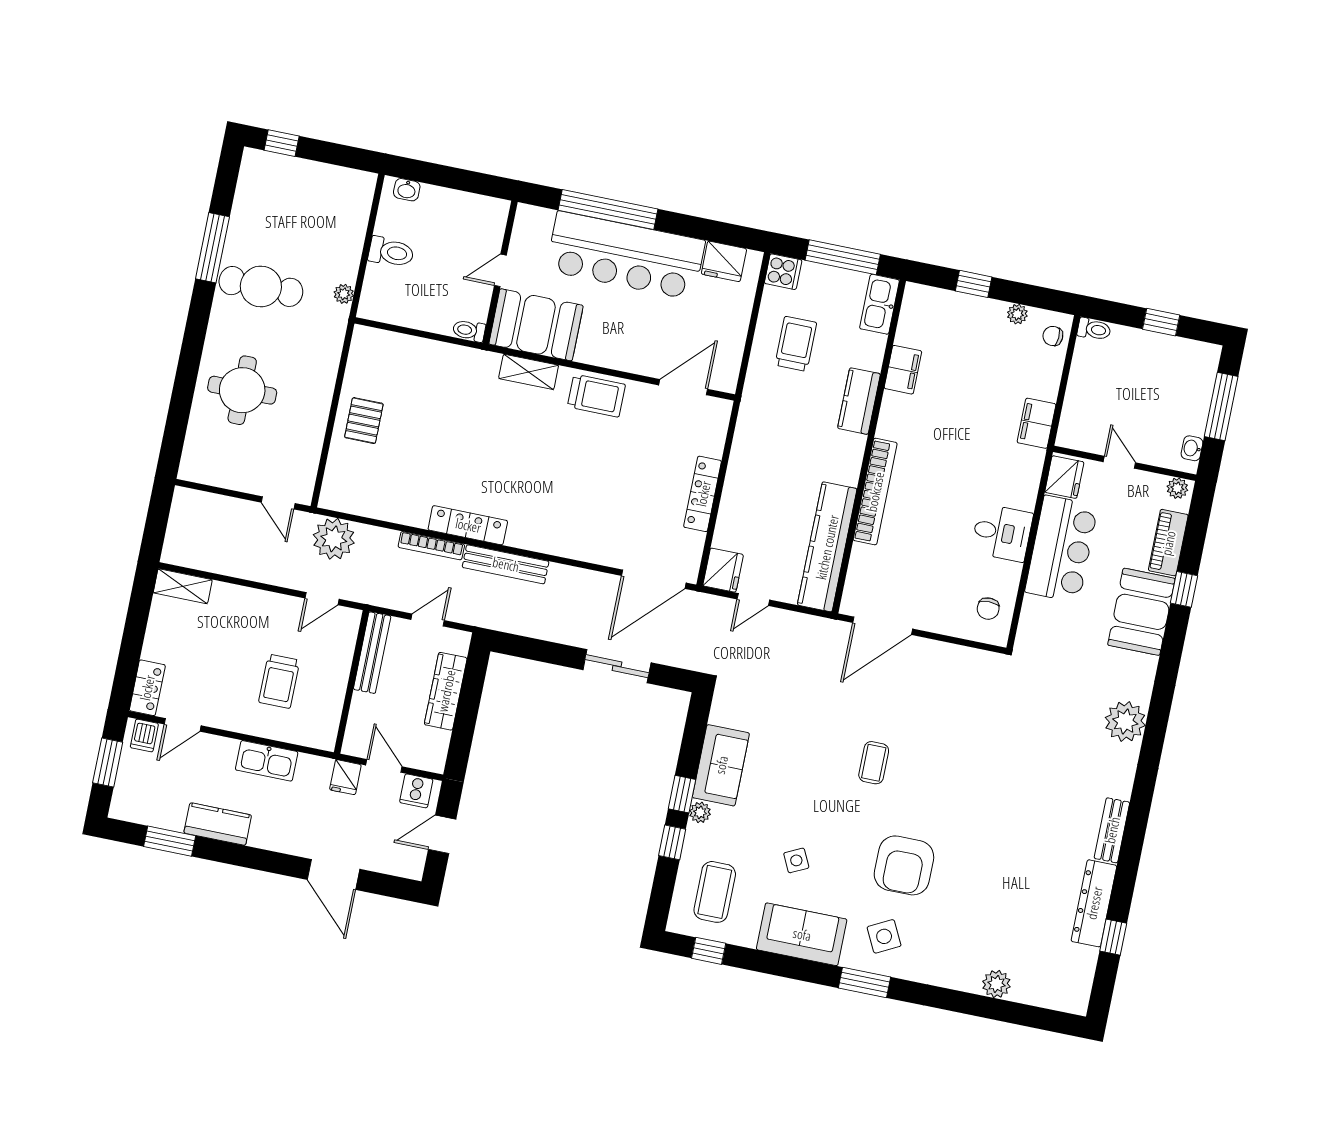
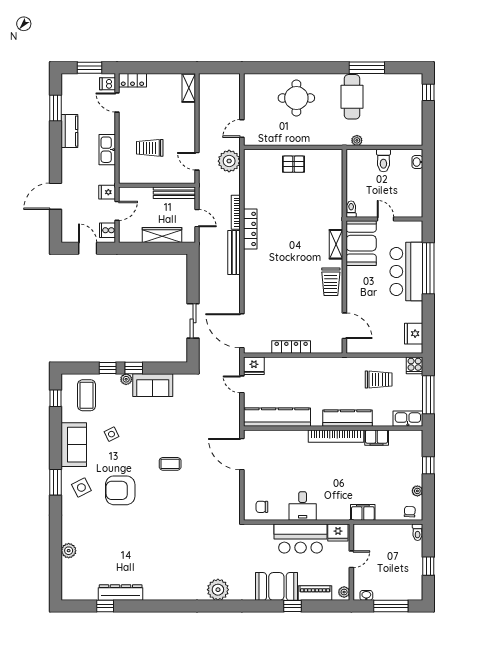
bar counter: (626, 255) -> (406, 271), width x0.73
kitchen counter: (859, 401) -> (347, 418), width x1.50
bookcase: (875, 492) -> (336, 436), moved
bench: (1112, 830) -> (160, 594), removed
coffee table: (715, 892) -> (87, 395), turned 90

